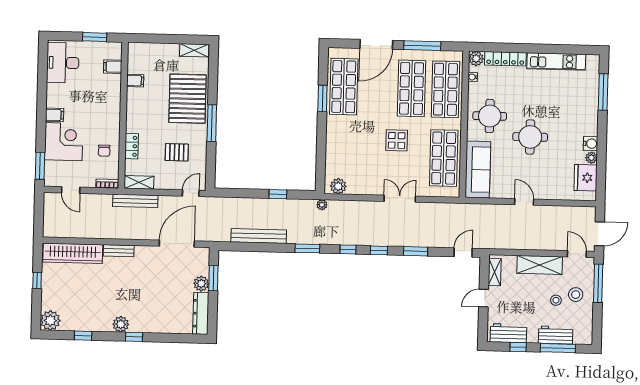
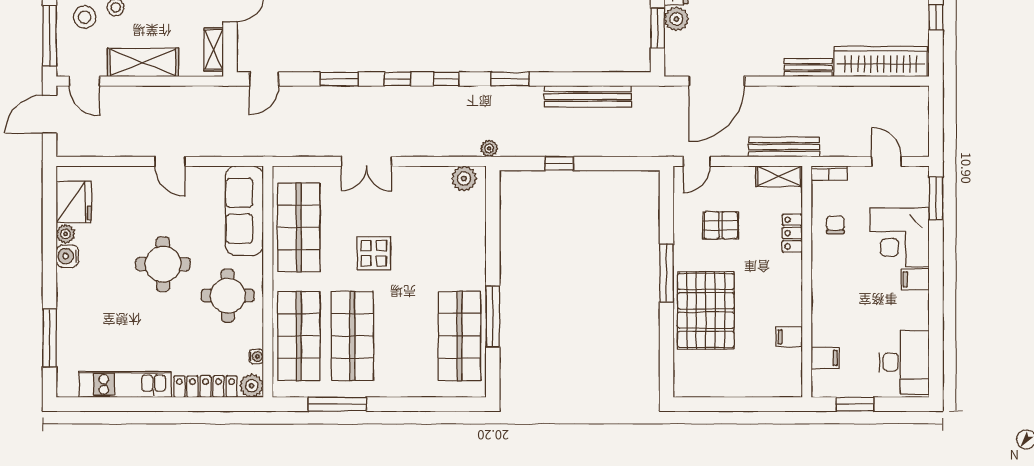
door: (376, 44) -> (410, 404), removed
shelving: (194, 50) -> (697, 387), removed
window: (322, 99) -> (493, 316), width x1.44

